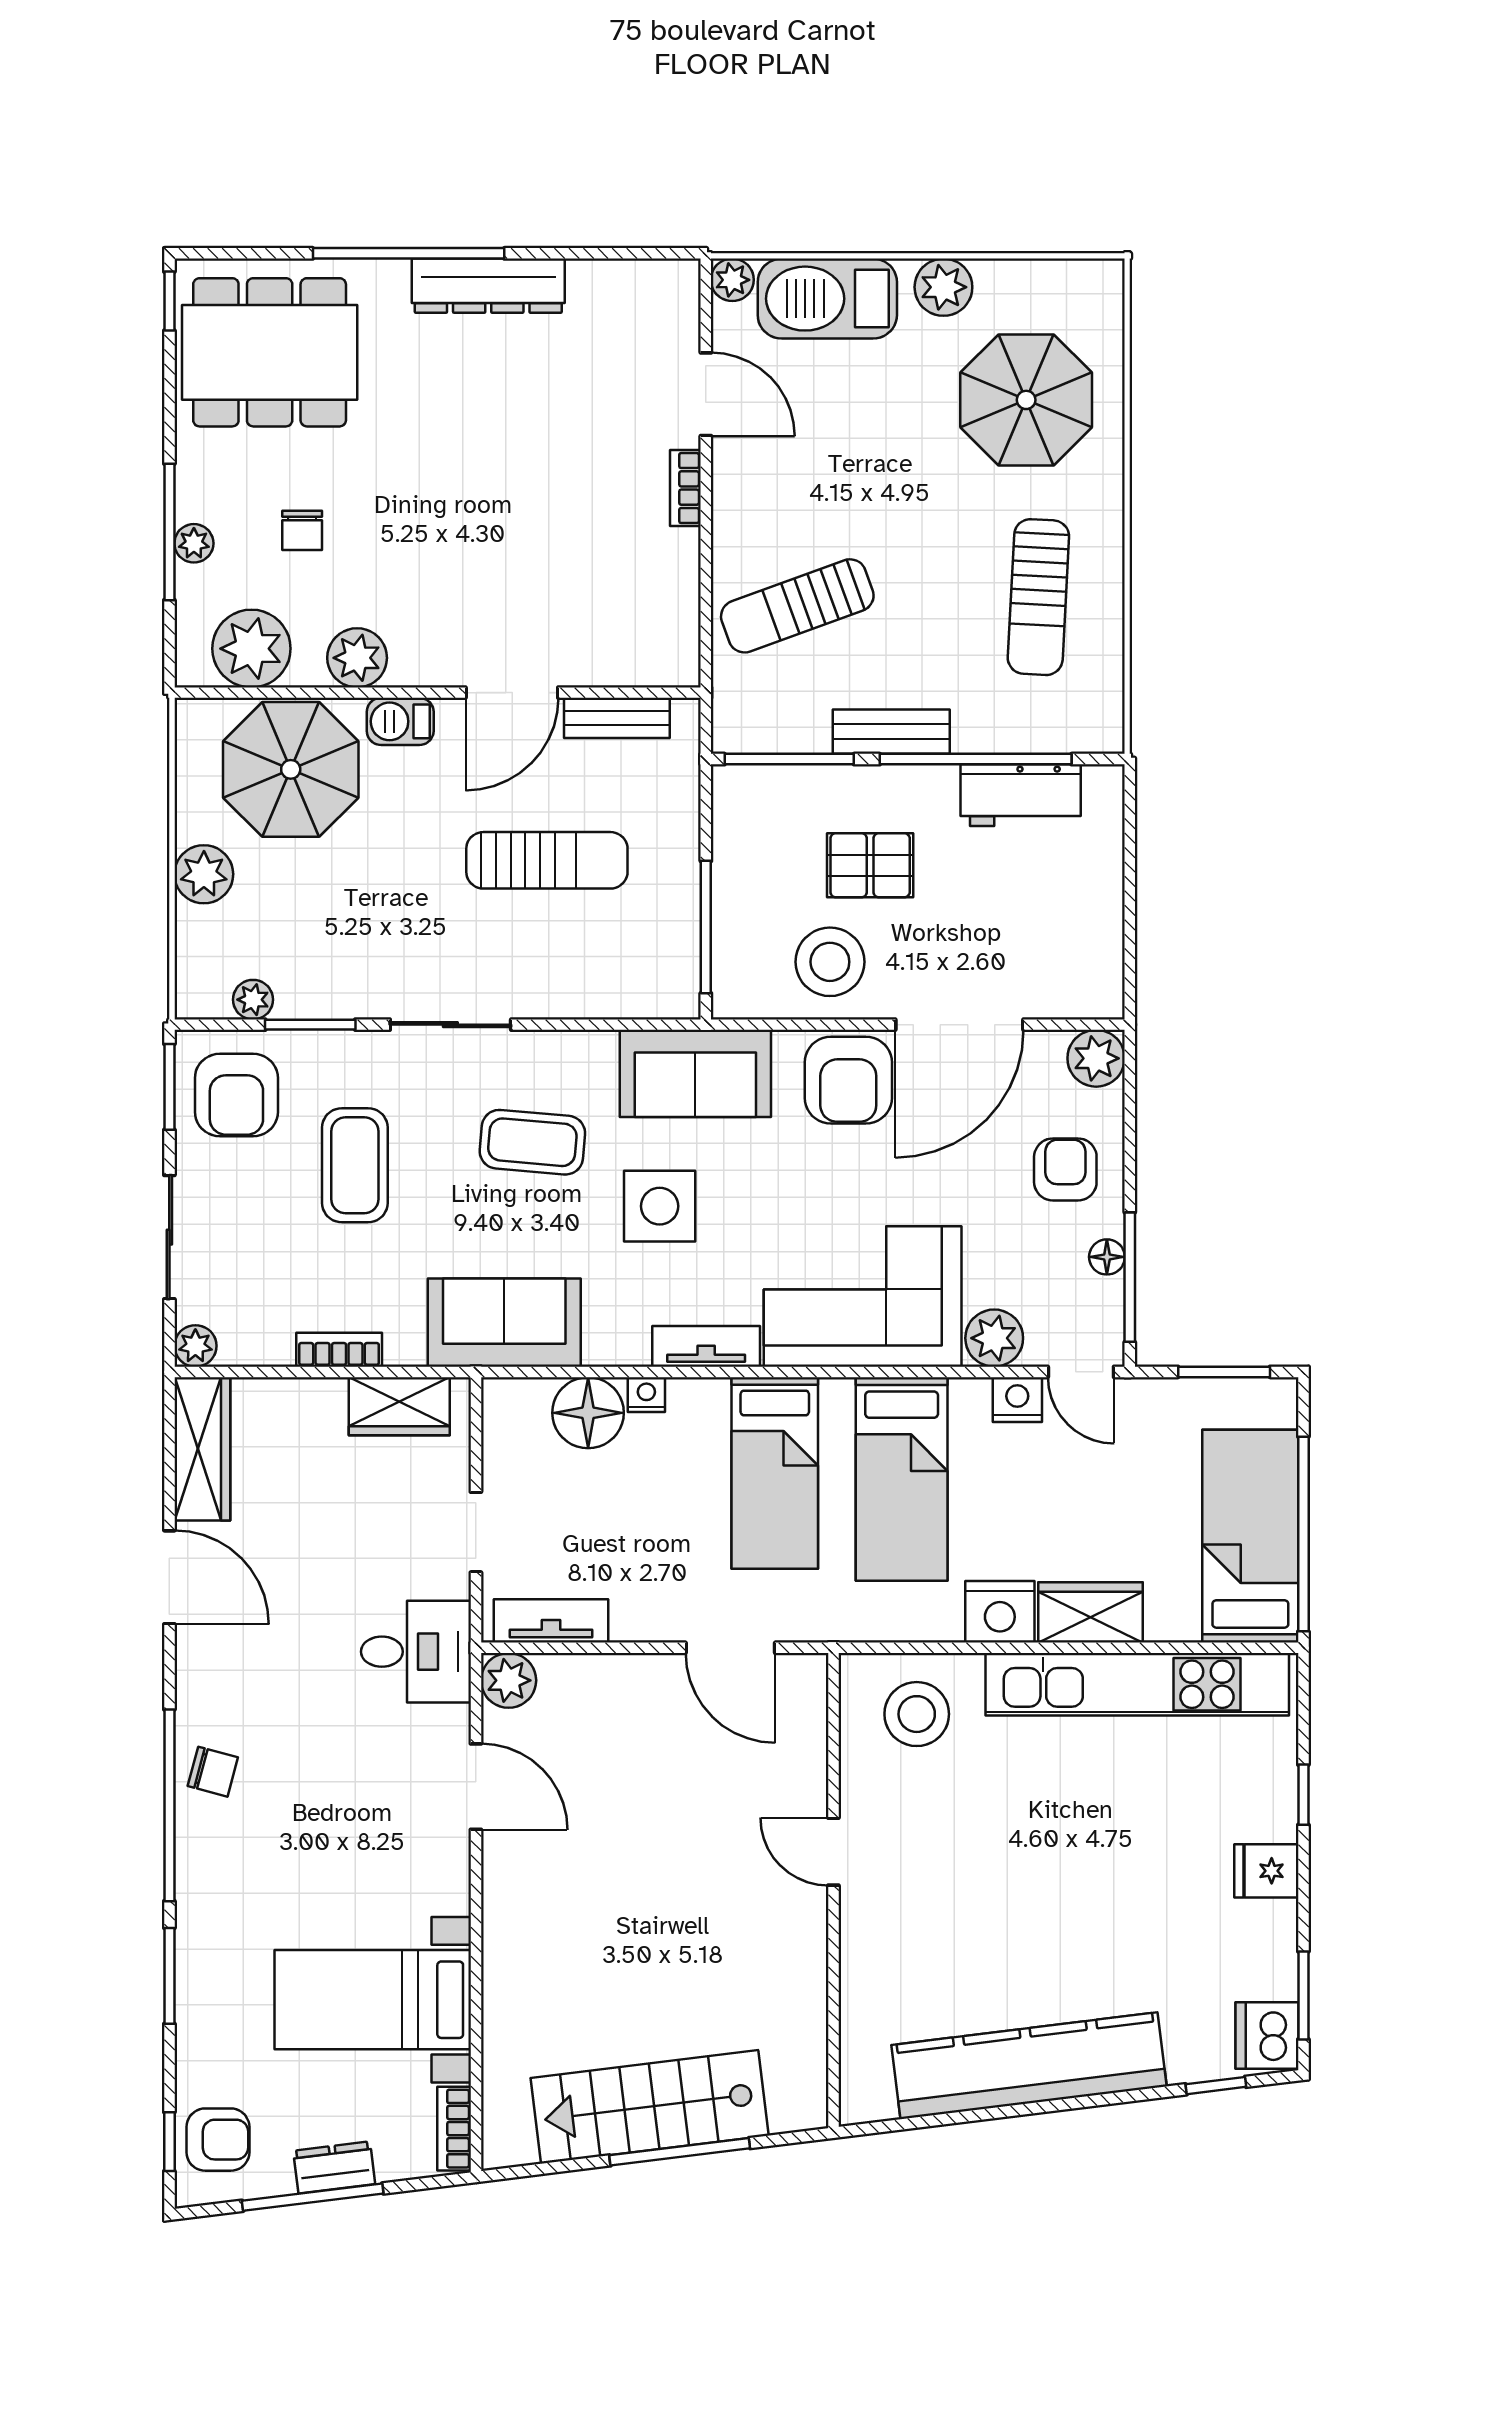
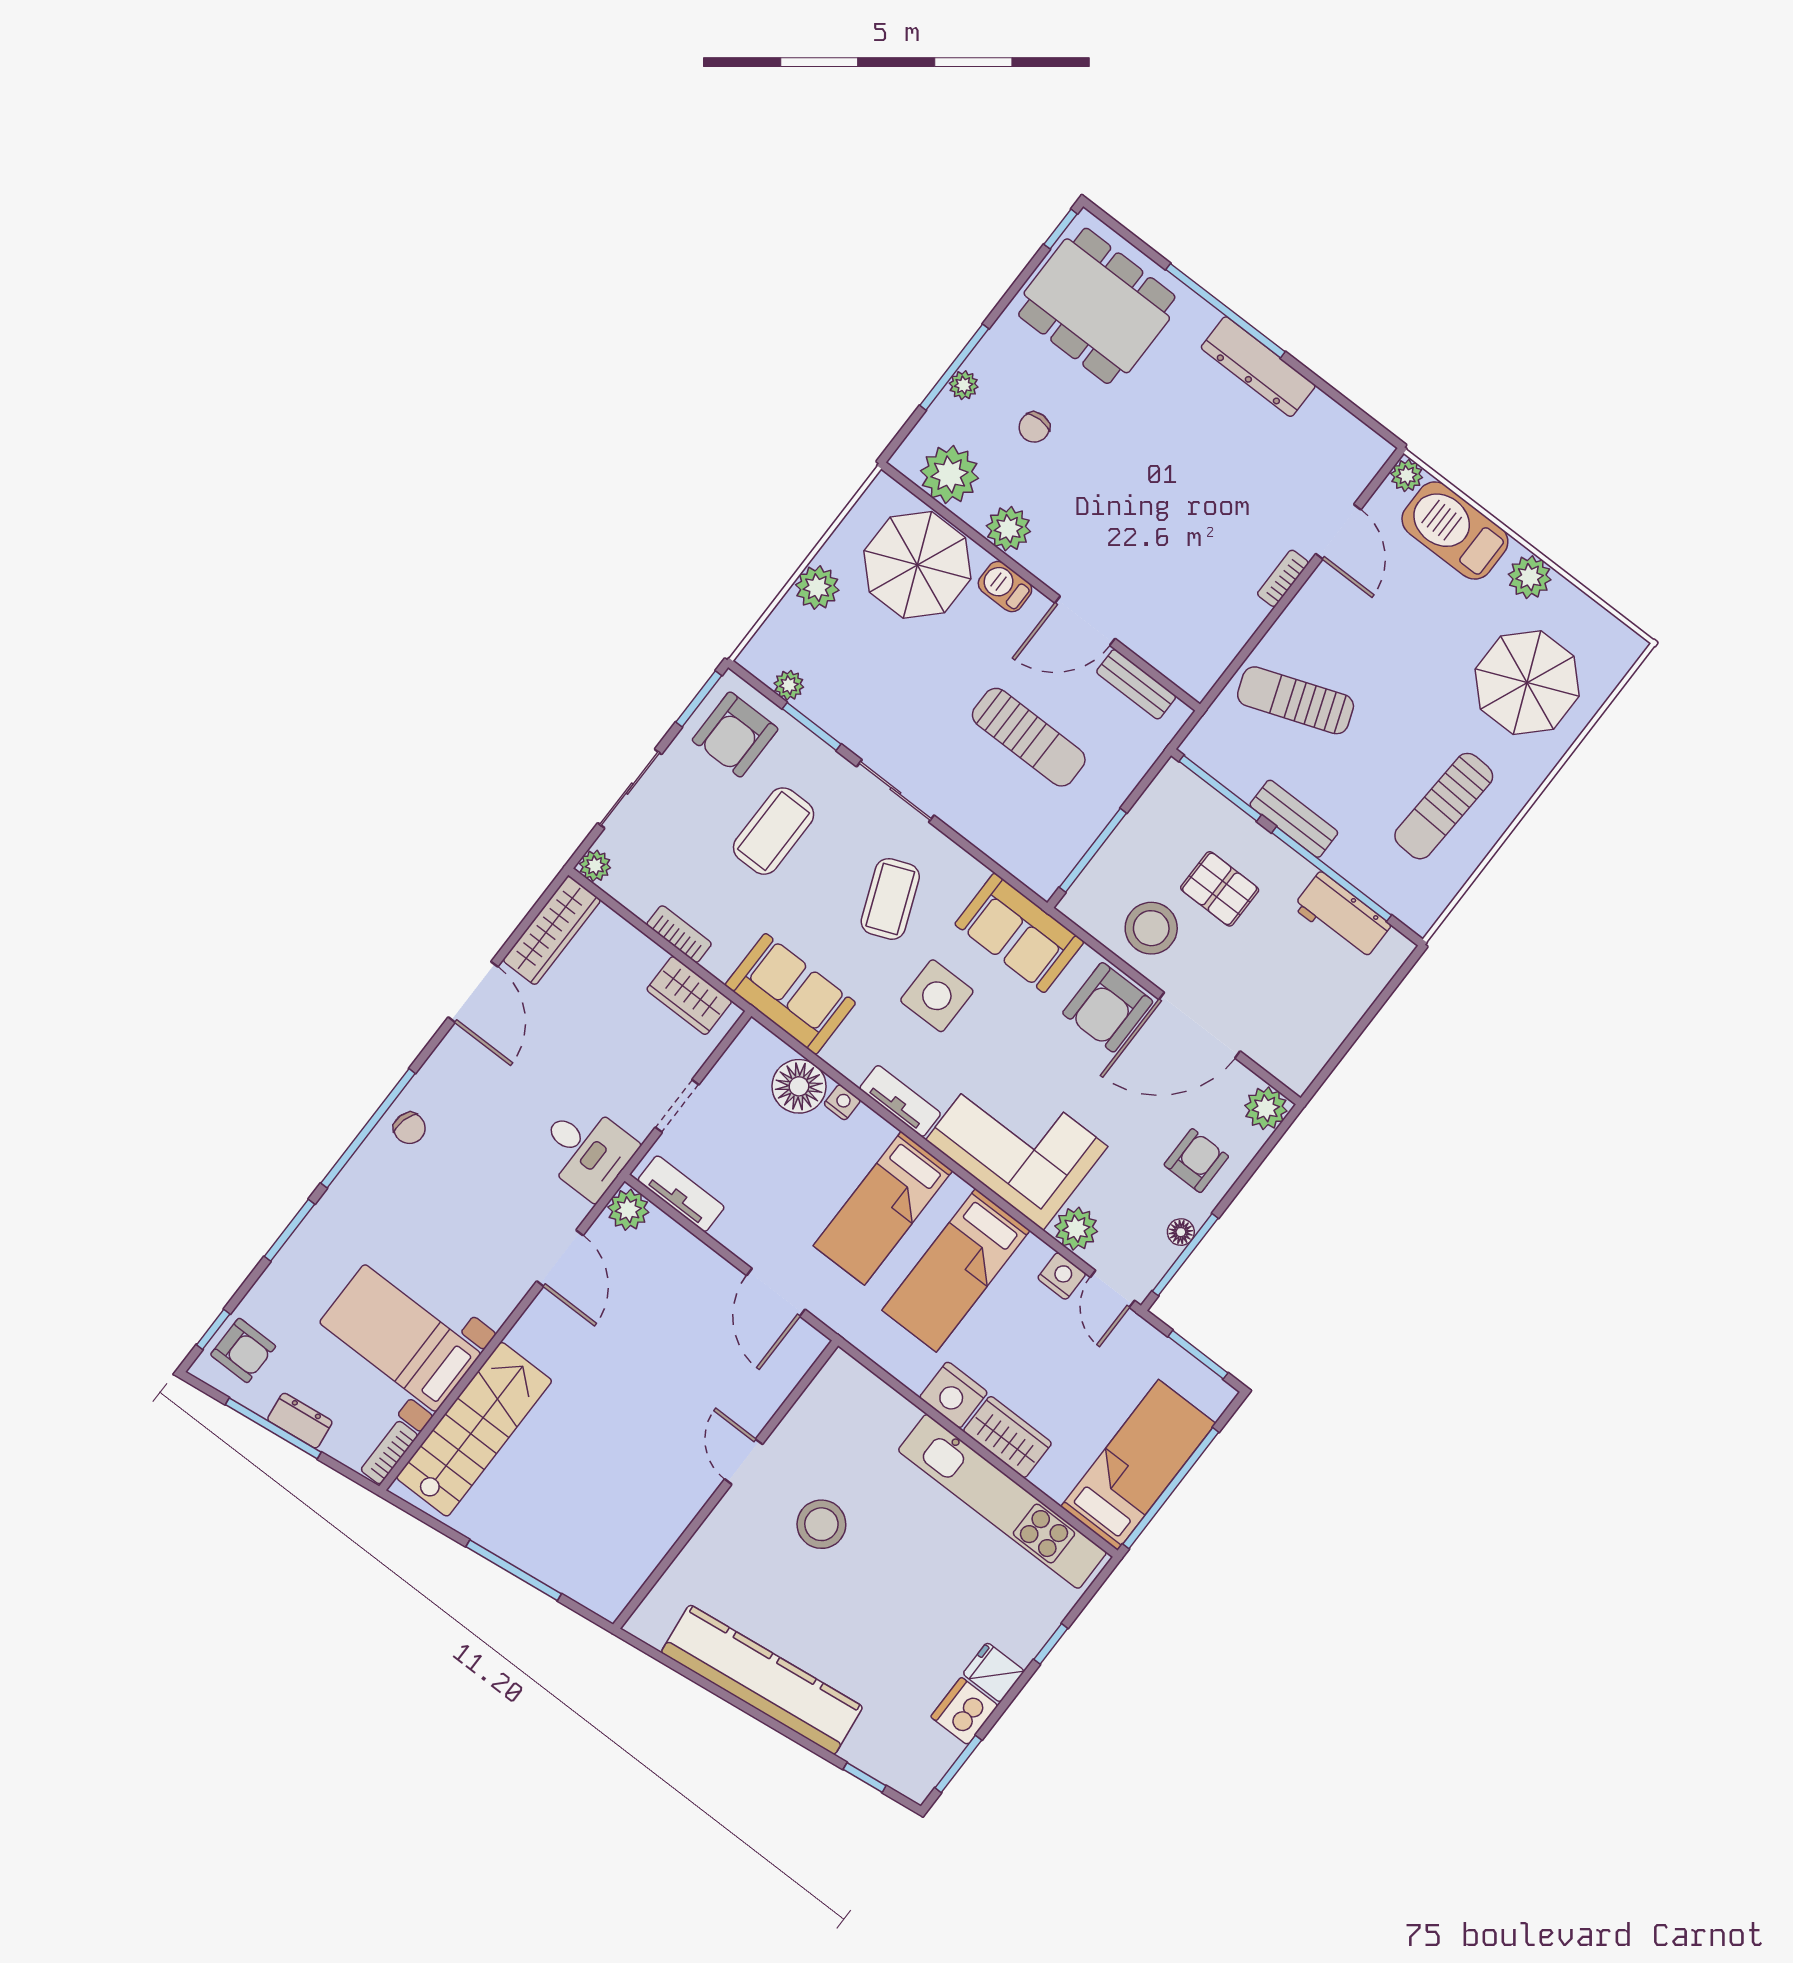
coffee table: (532, 1142) -> (890, 899), turned 63
stool: (917, 1714) -> (821, 1524), moved
dishwasher: (1267, 2036) -> (964, 1711), moved
stairs: (650, 2107) -> (474, 1429), moved, turned 97

